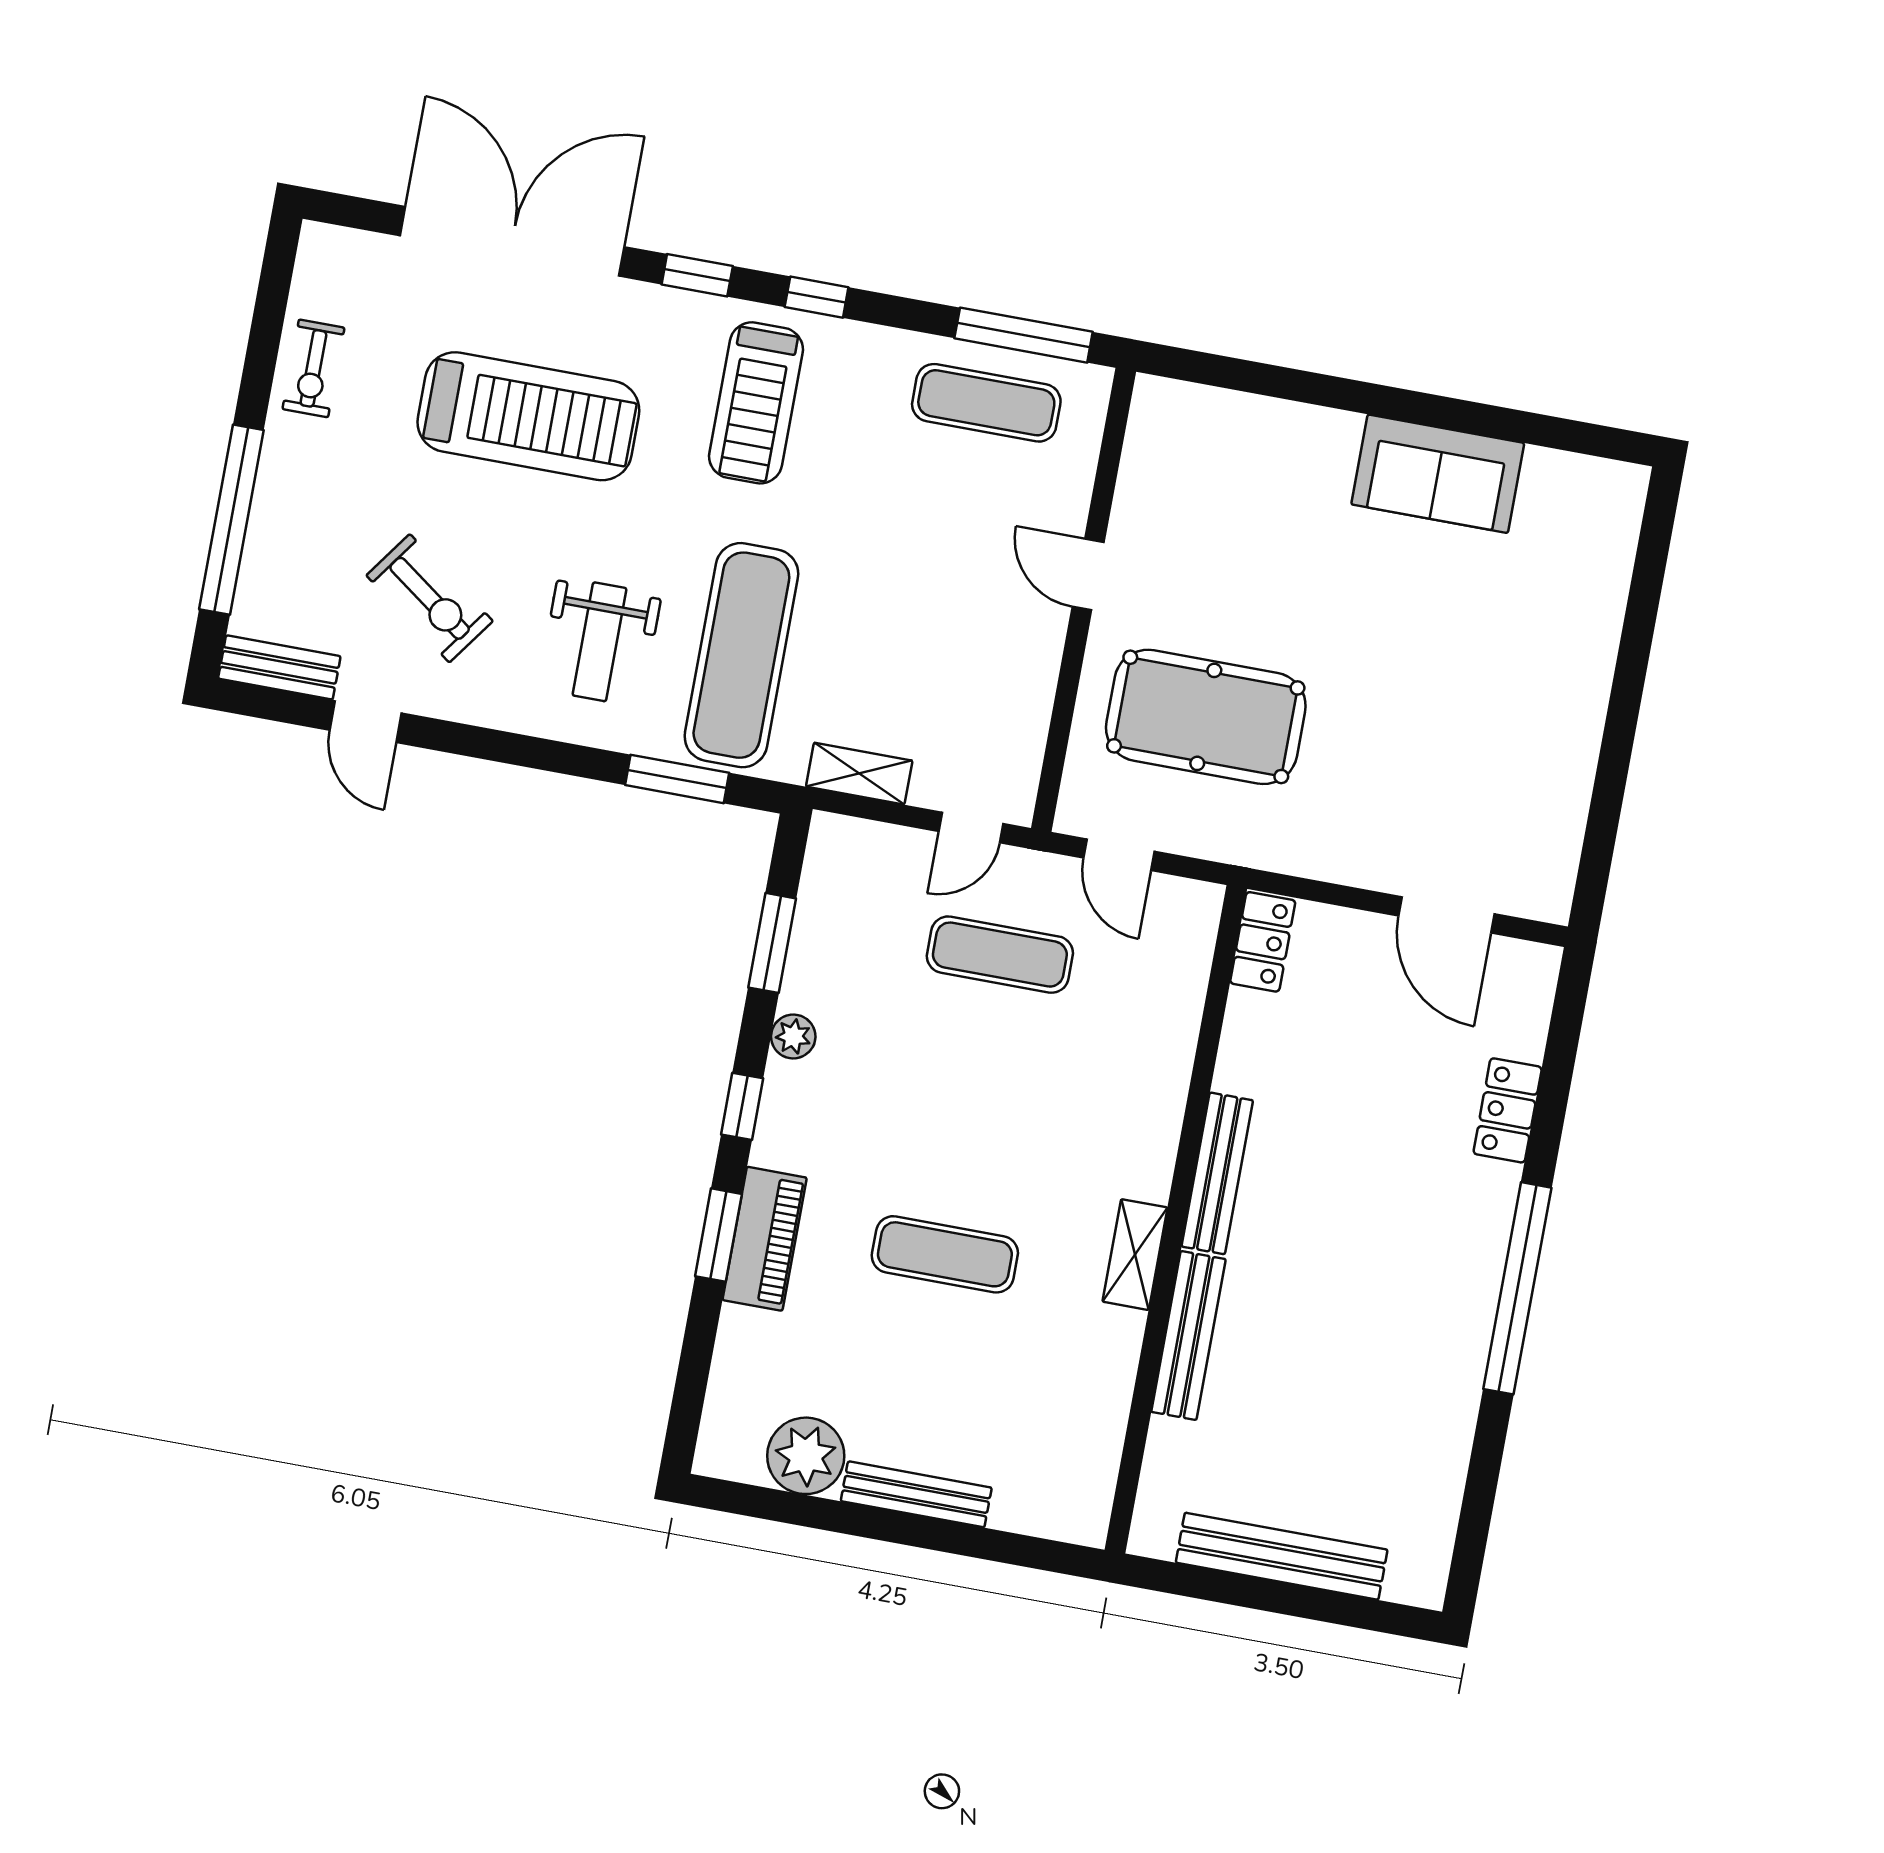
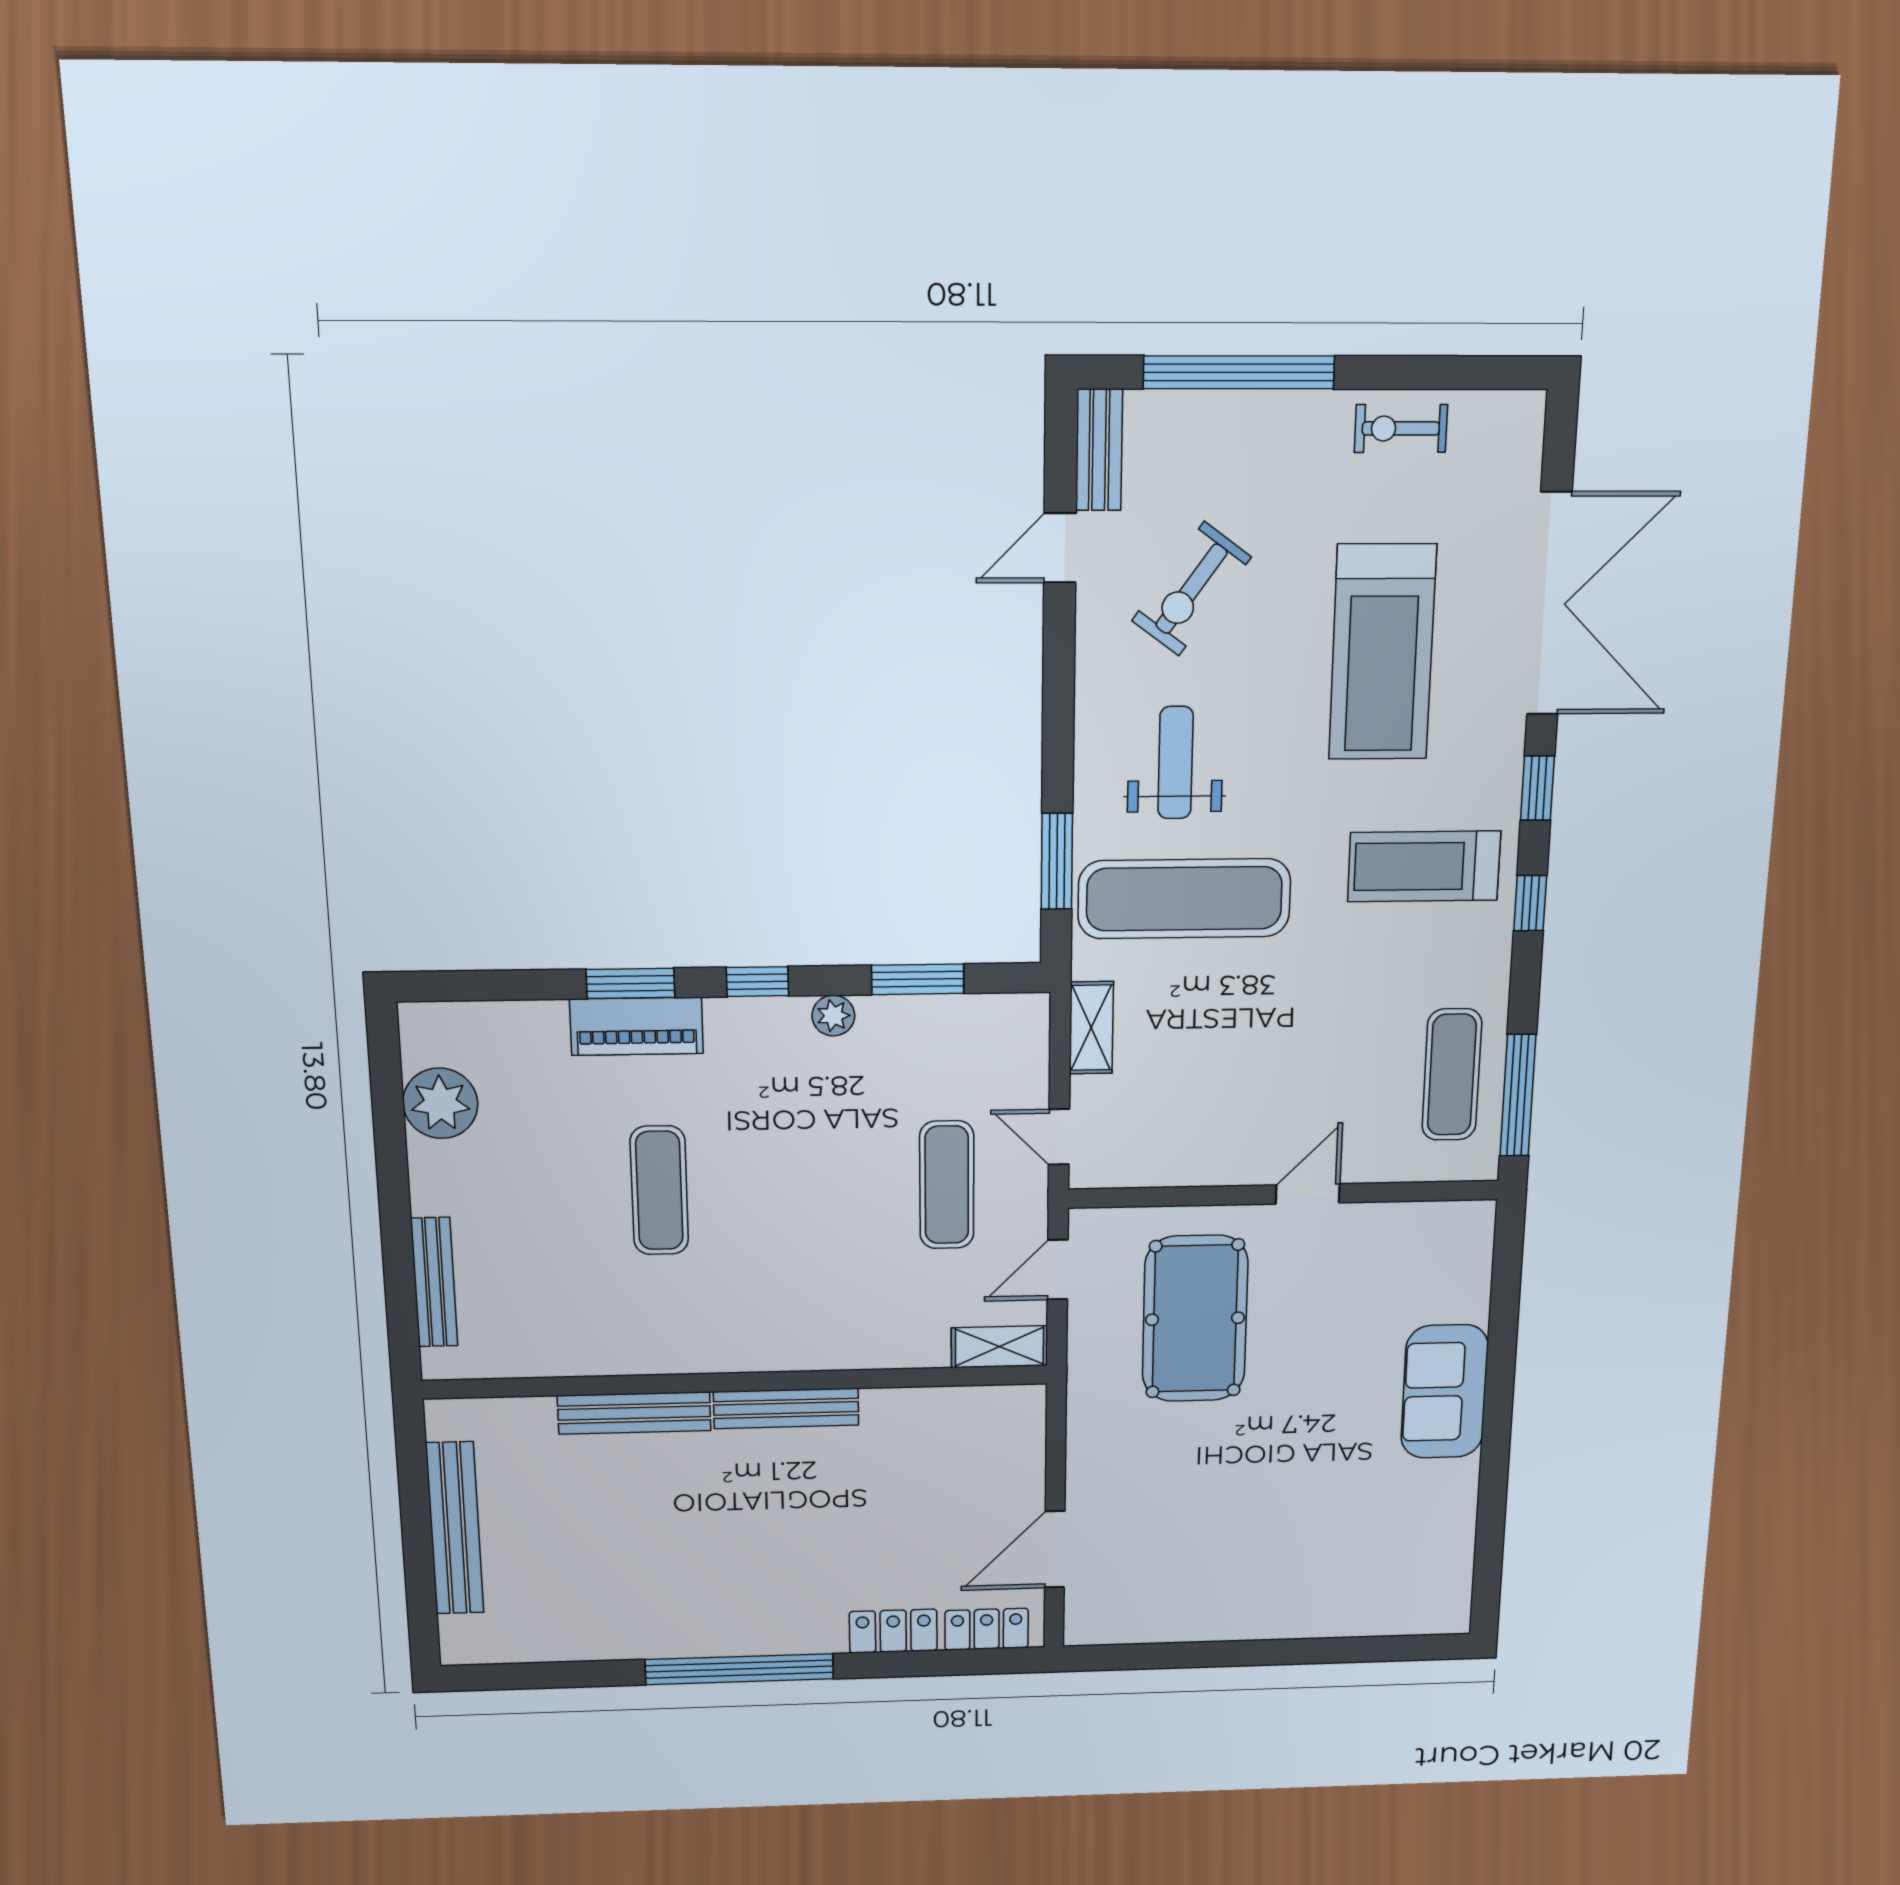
sofa: (1438, 474) -> (1444, 1392), moved
weight bench: (600, 642) -> (1175, 763), turned 90
locker: (1263, 942) -> (987, 1629), moved, turned 180
shelving: (1135, 1255) -> (999, 1347), moved
bench: (916, 1494) -> (434, 1282), moved

